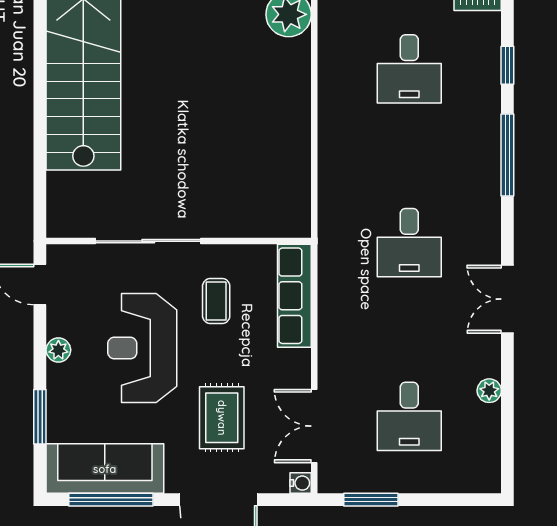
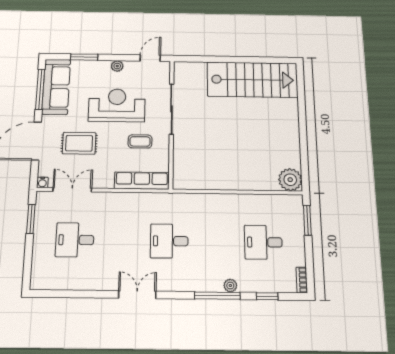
plant: (489, 391) -> (230, 286), moved

